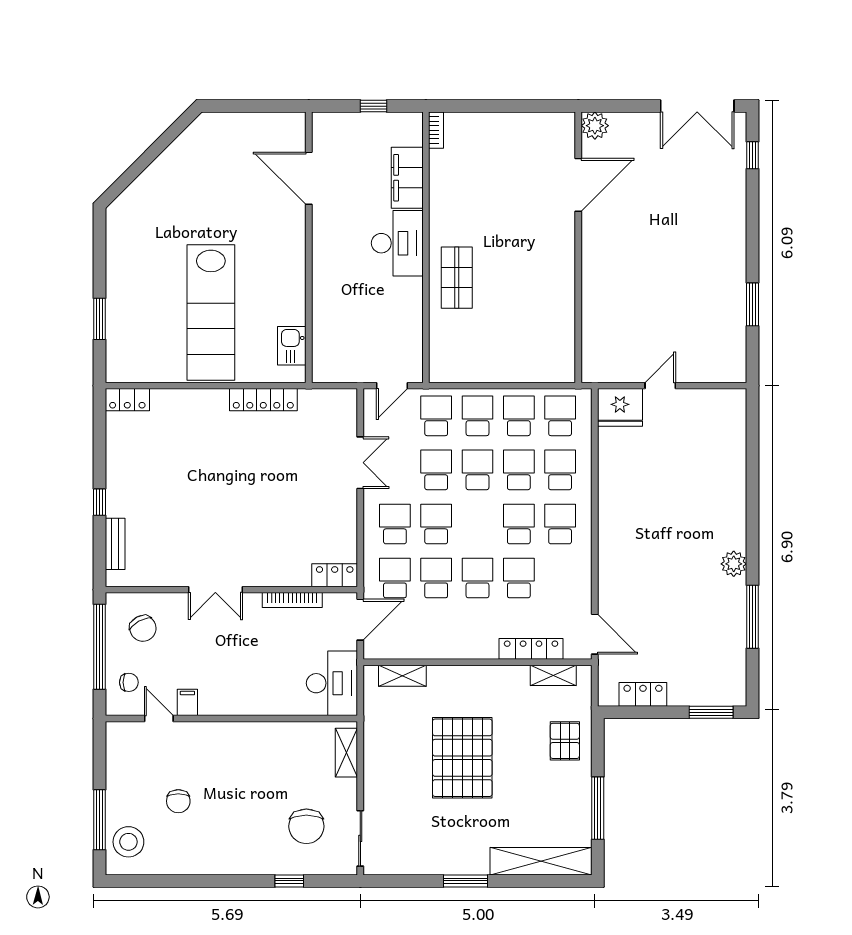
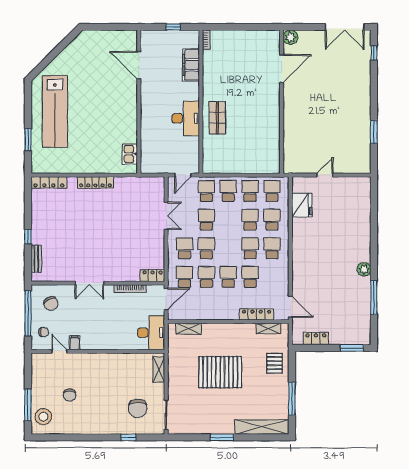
desk: (397, 243) -> (186, 118), moved
lab bench: (211, 313) -> (55, 112), moved
locker: (127, 400) -> (49, 182), width x1.53
locker: (263, 400) -> (95, 182), moved
fridge: (620, 407) -> (302, 205), moved, turned -90
school desk: (478, 470) -> (228, 220), removed
pallet: (462, 758) -> (220, 372), turned 90

